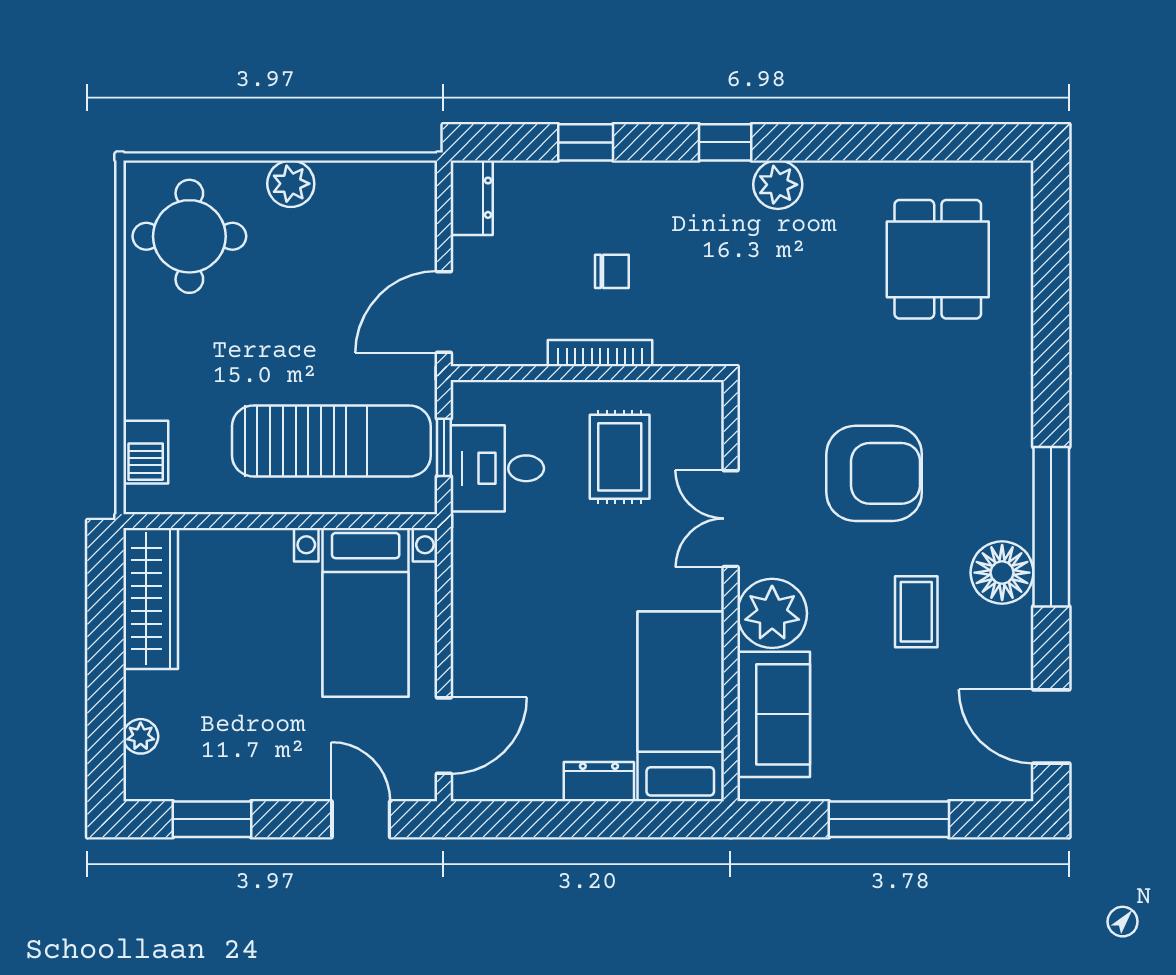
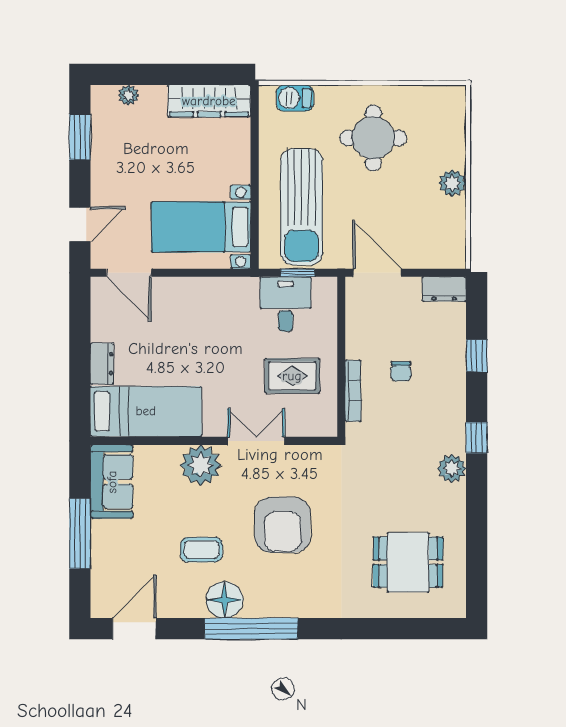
round table: (189, 236) -> (373, 138), moved
bookcase: (600, 353) -> (353, 391), moved
sofa: (774, 714) -> (112, 482), moved, turned -90

